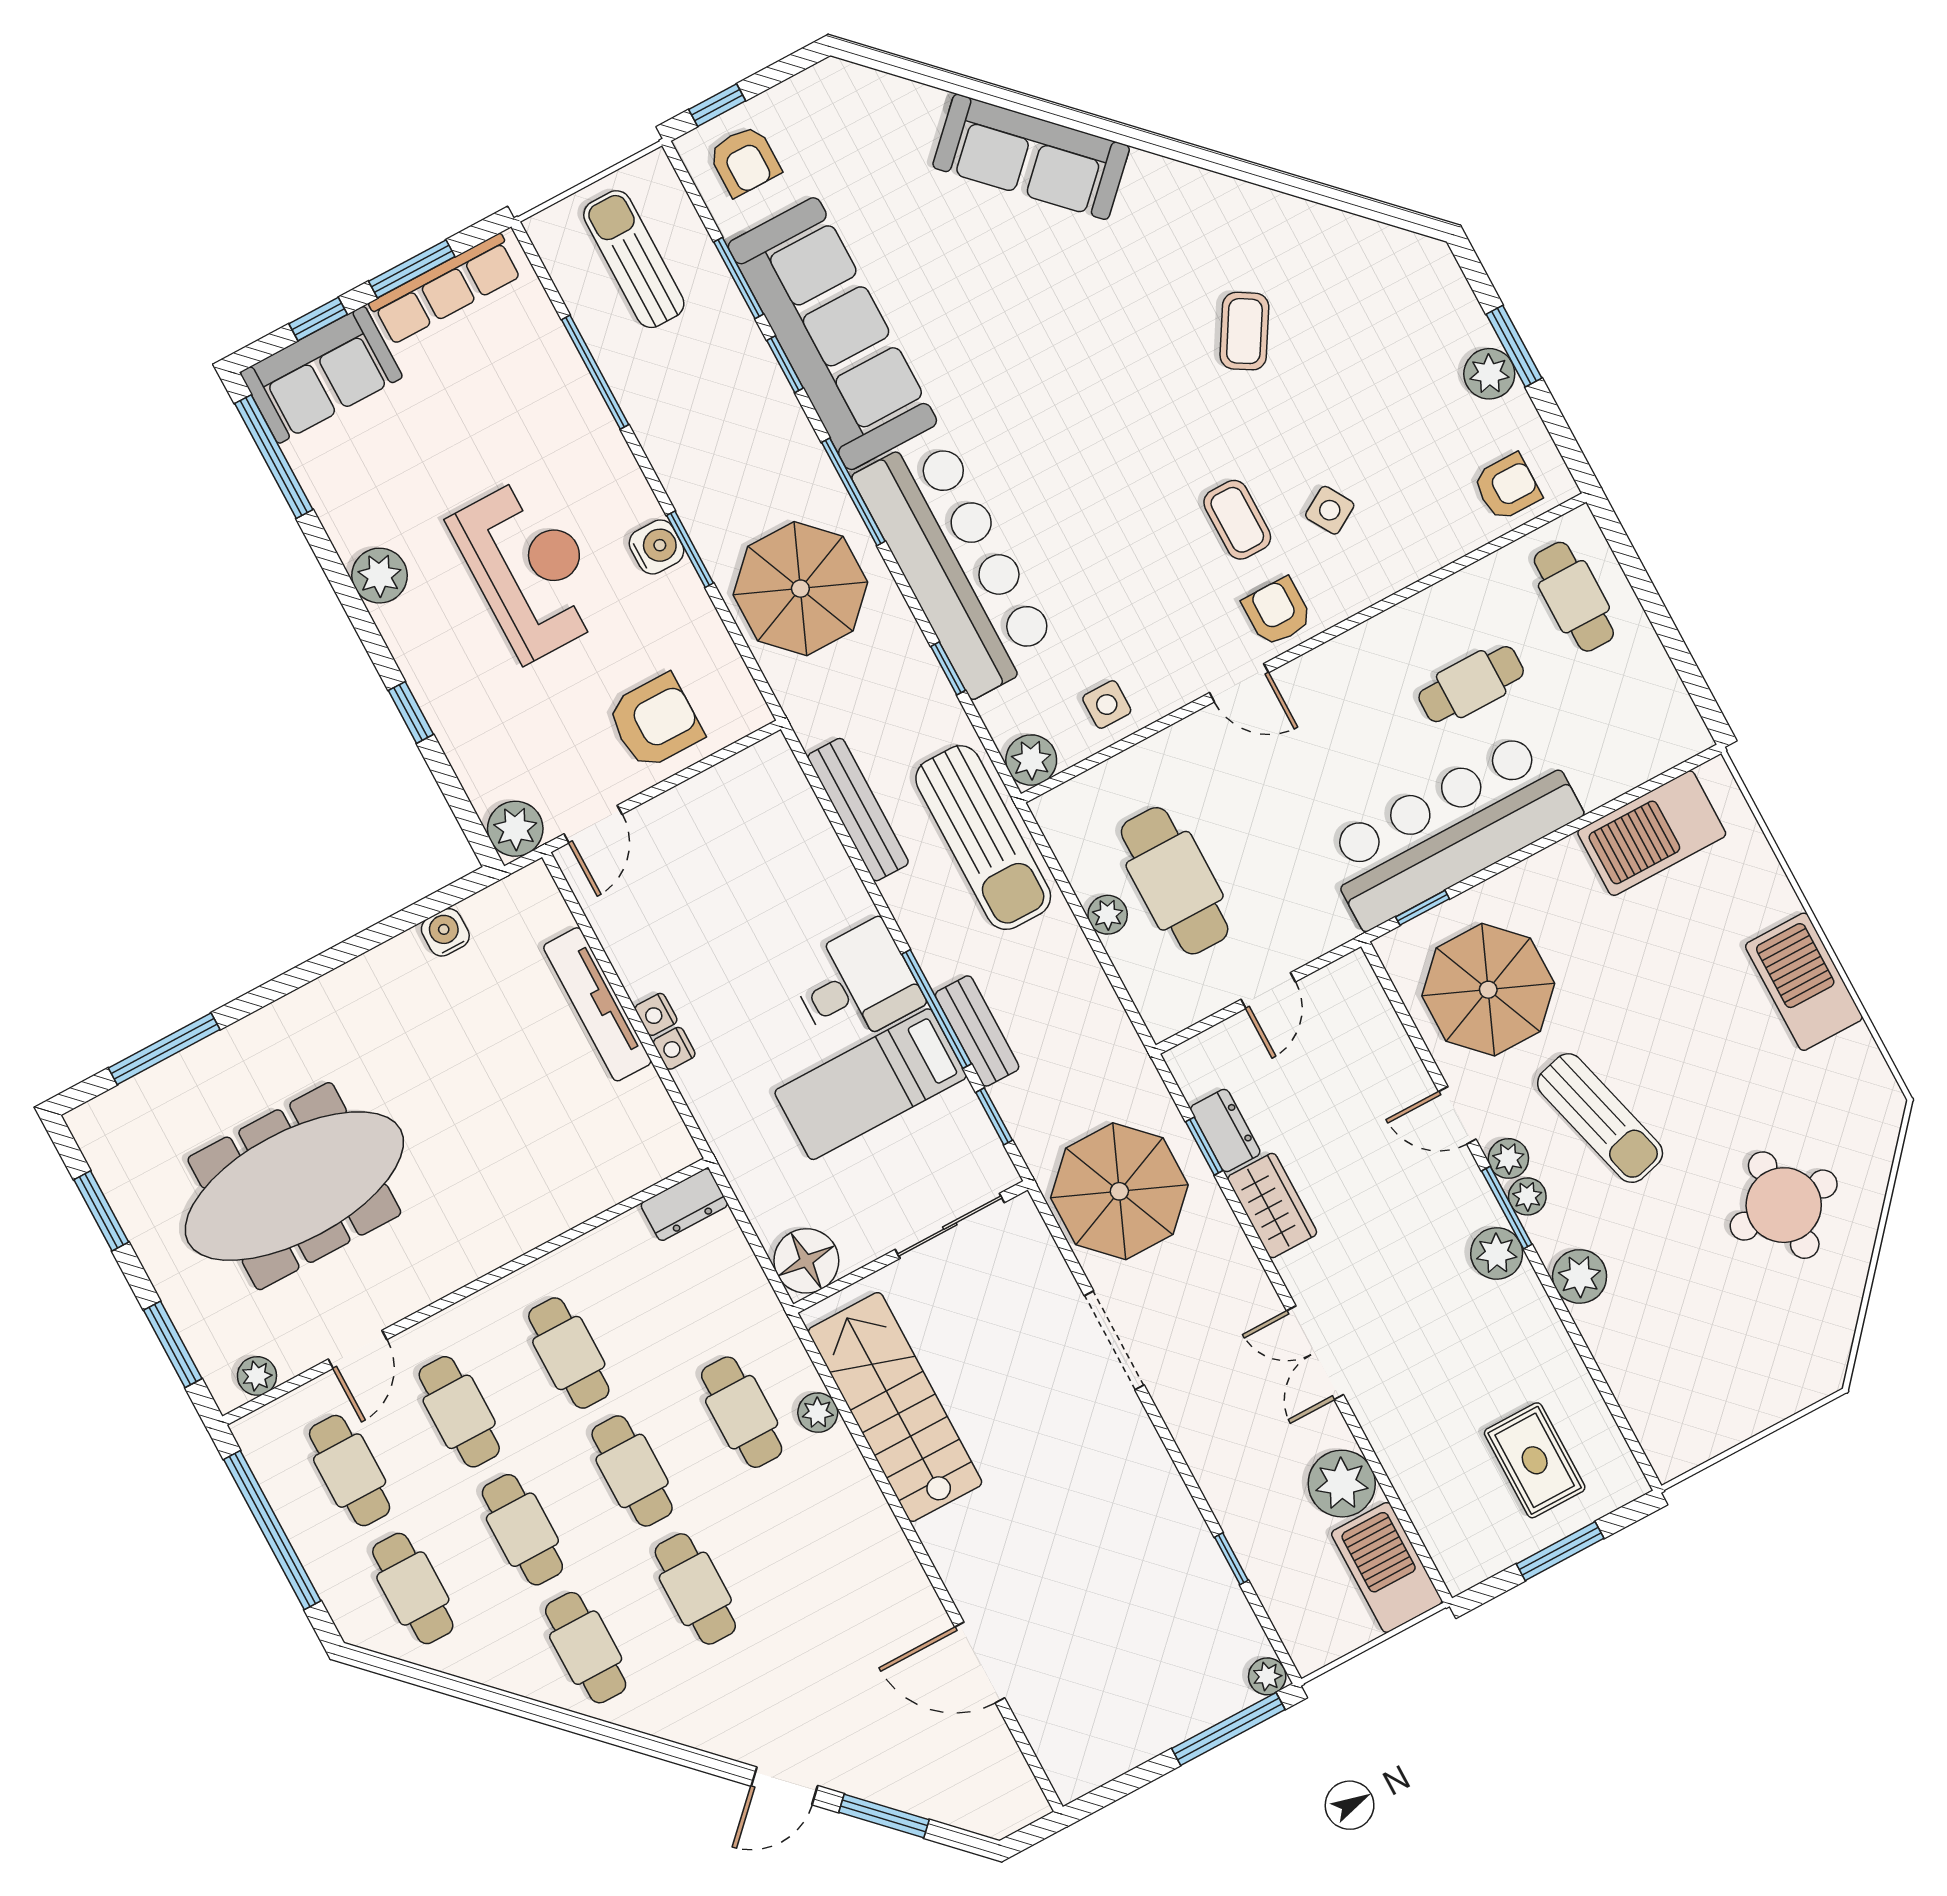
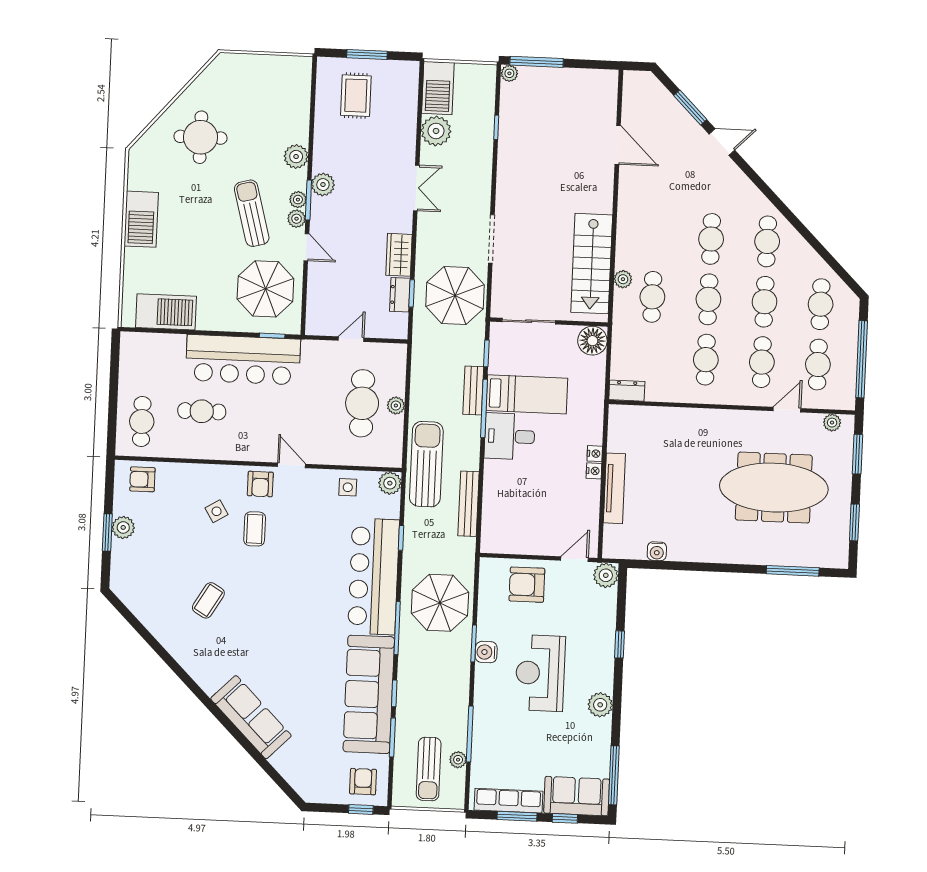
plant: (588, 310) -> (458, 760), added

